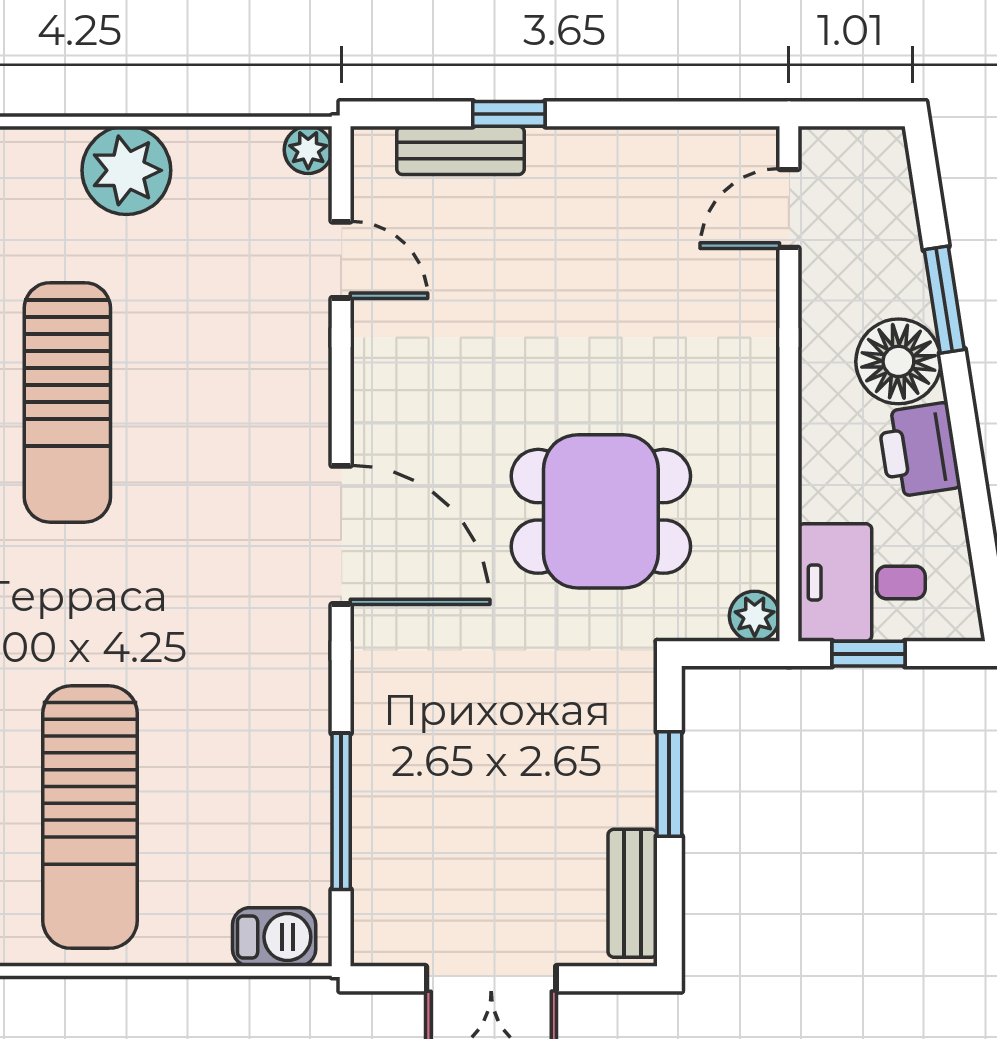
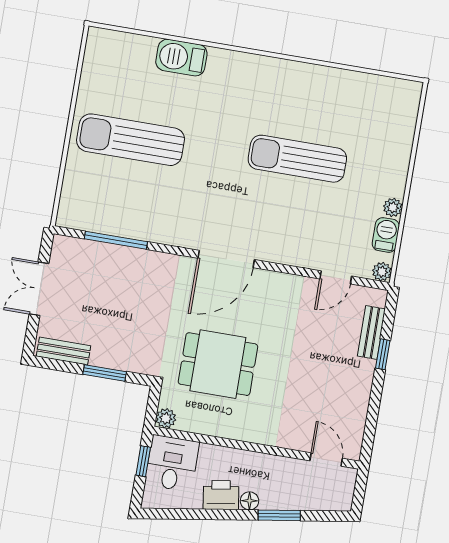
plant: (126, 170) -> (393, 207), width x0.53, depth x0.53
floor lamp: (898, 361) -> (249, 501), width x0.53, depth x0.53
dining table: (601, 511) -> (218, 364), turned 90
barbecue: (274, 937) -> (386, 235), moved, turned 180

